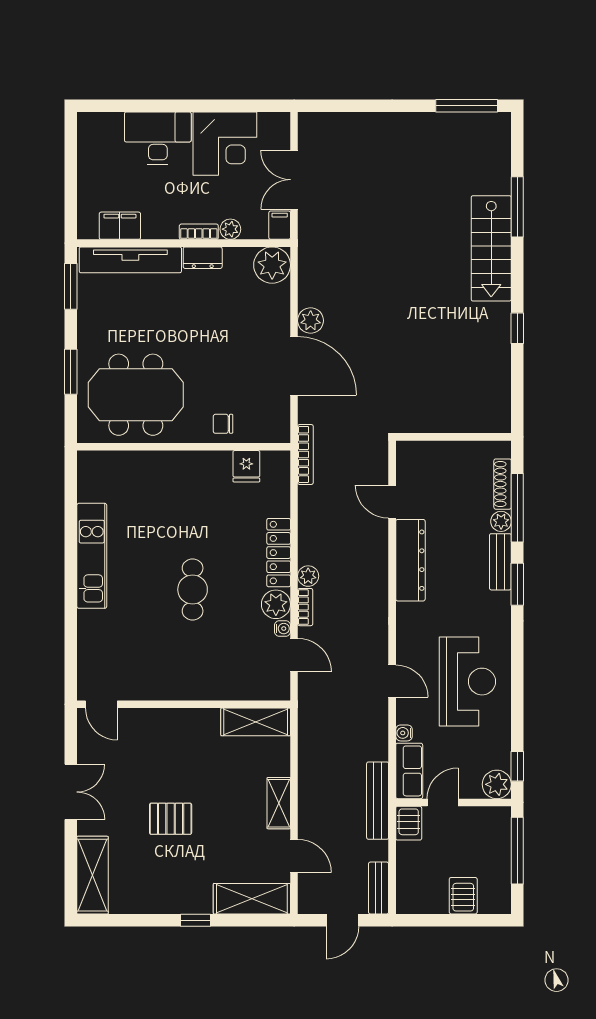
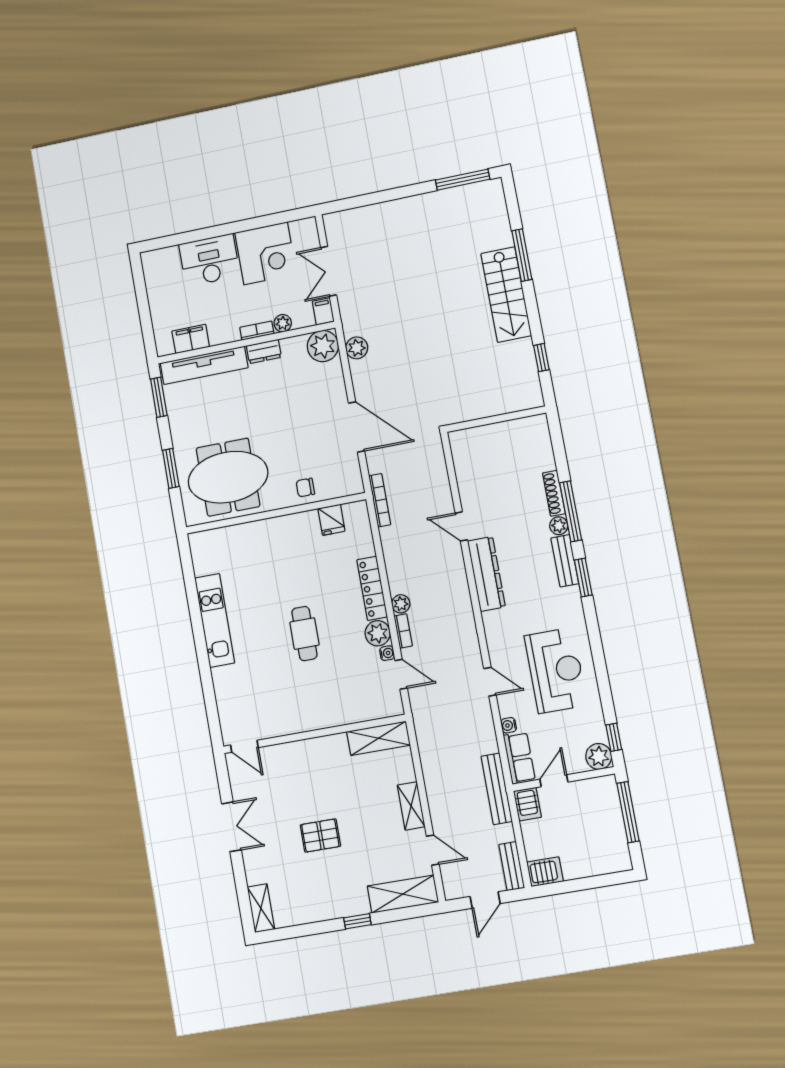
plant: (311, 321) -> (357, 348), moved
wall: (454, 437) -> (496, 419), moved
shelving: (93, 875) -> (261, 908), width x0.67, depth x0.75
server rack: (463, 896) -> (545, 872), moved, turned 90

